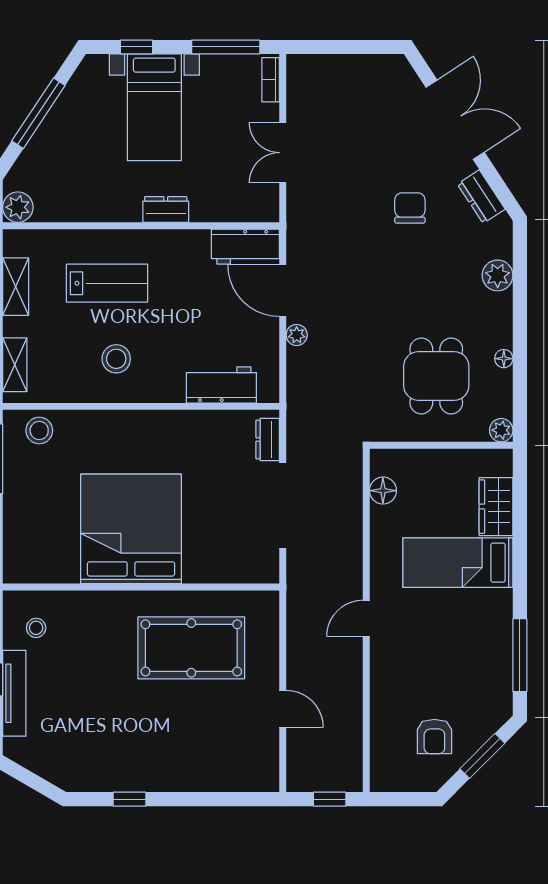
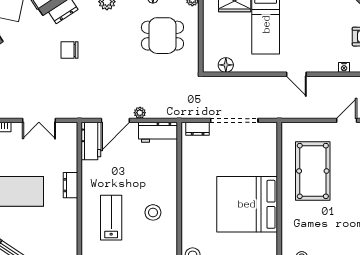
workbench: (221, 385) -> (158, 132), moved, turned -90
nightstand: (379, 704) -> (344, 67), added

